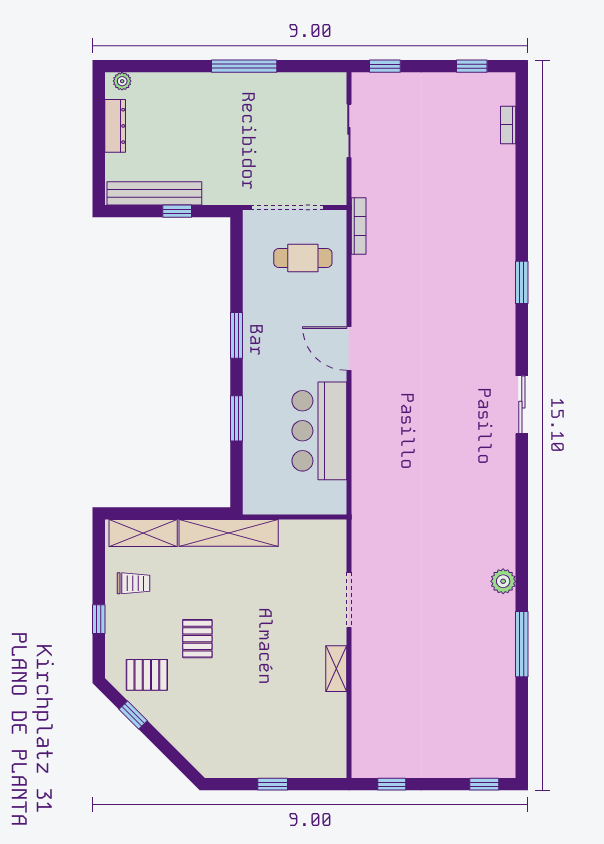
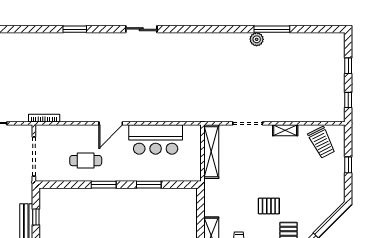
cafe table: (303, 258) -> (86, 161), moved, turned 90
shelving: (229, 533) -> (211, 152), moved
plant: (503, 581) -> (257, 39), moved
trolley: (314, 736) -> (322, 142), added
window: (484, 784) -> (348, 66), moved

